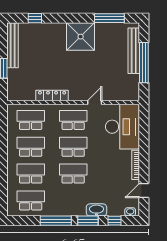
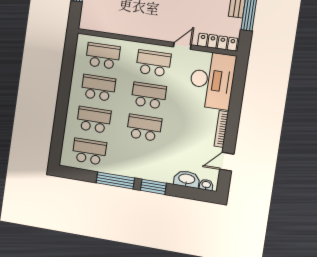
locker: (52, 95) -> (217, 42), moved
washbasin: (96, 210) -> (187, 179), moved
window: (115, 221) -> (186, 192), removed

